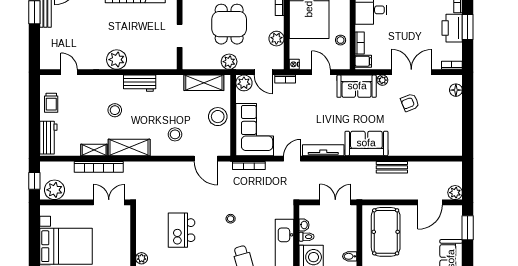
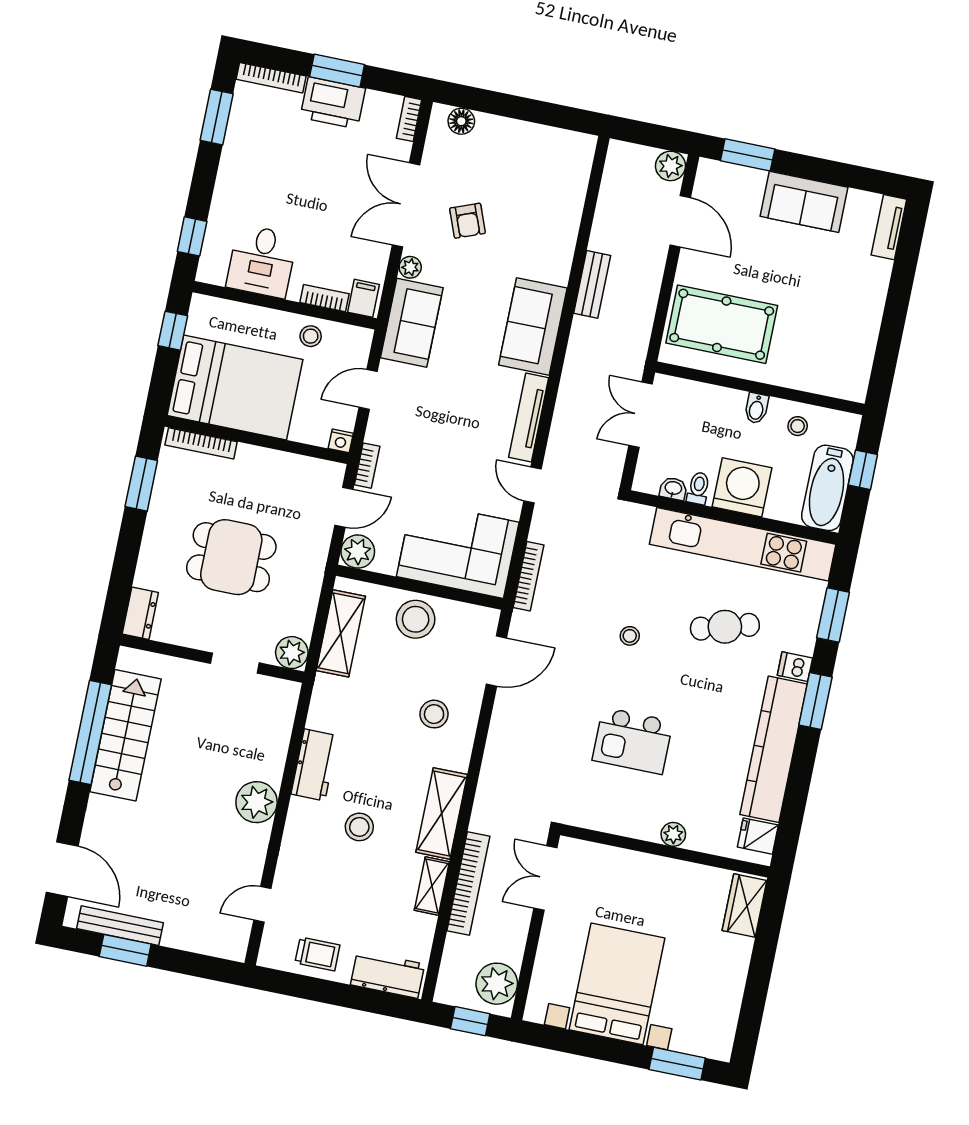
plant: (276, 39) -> (281, 466), removed
plant: (229, 62) -> (292, 653), moved

